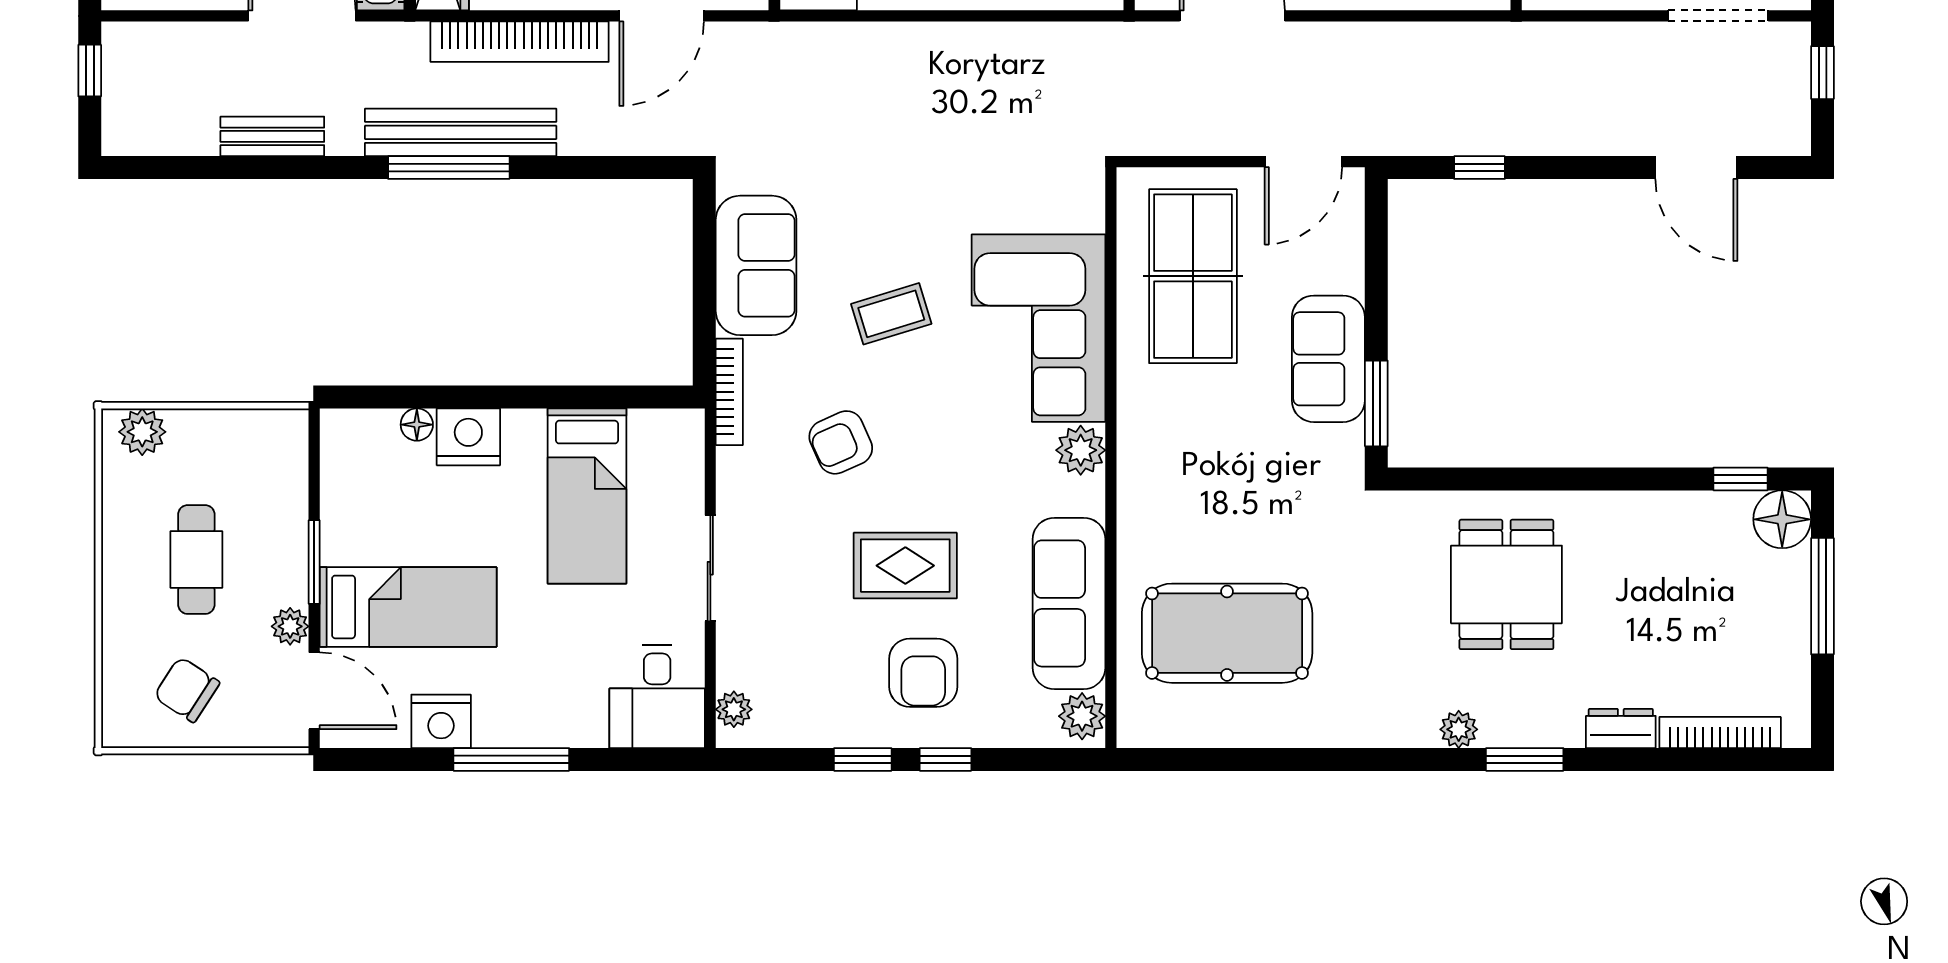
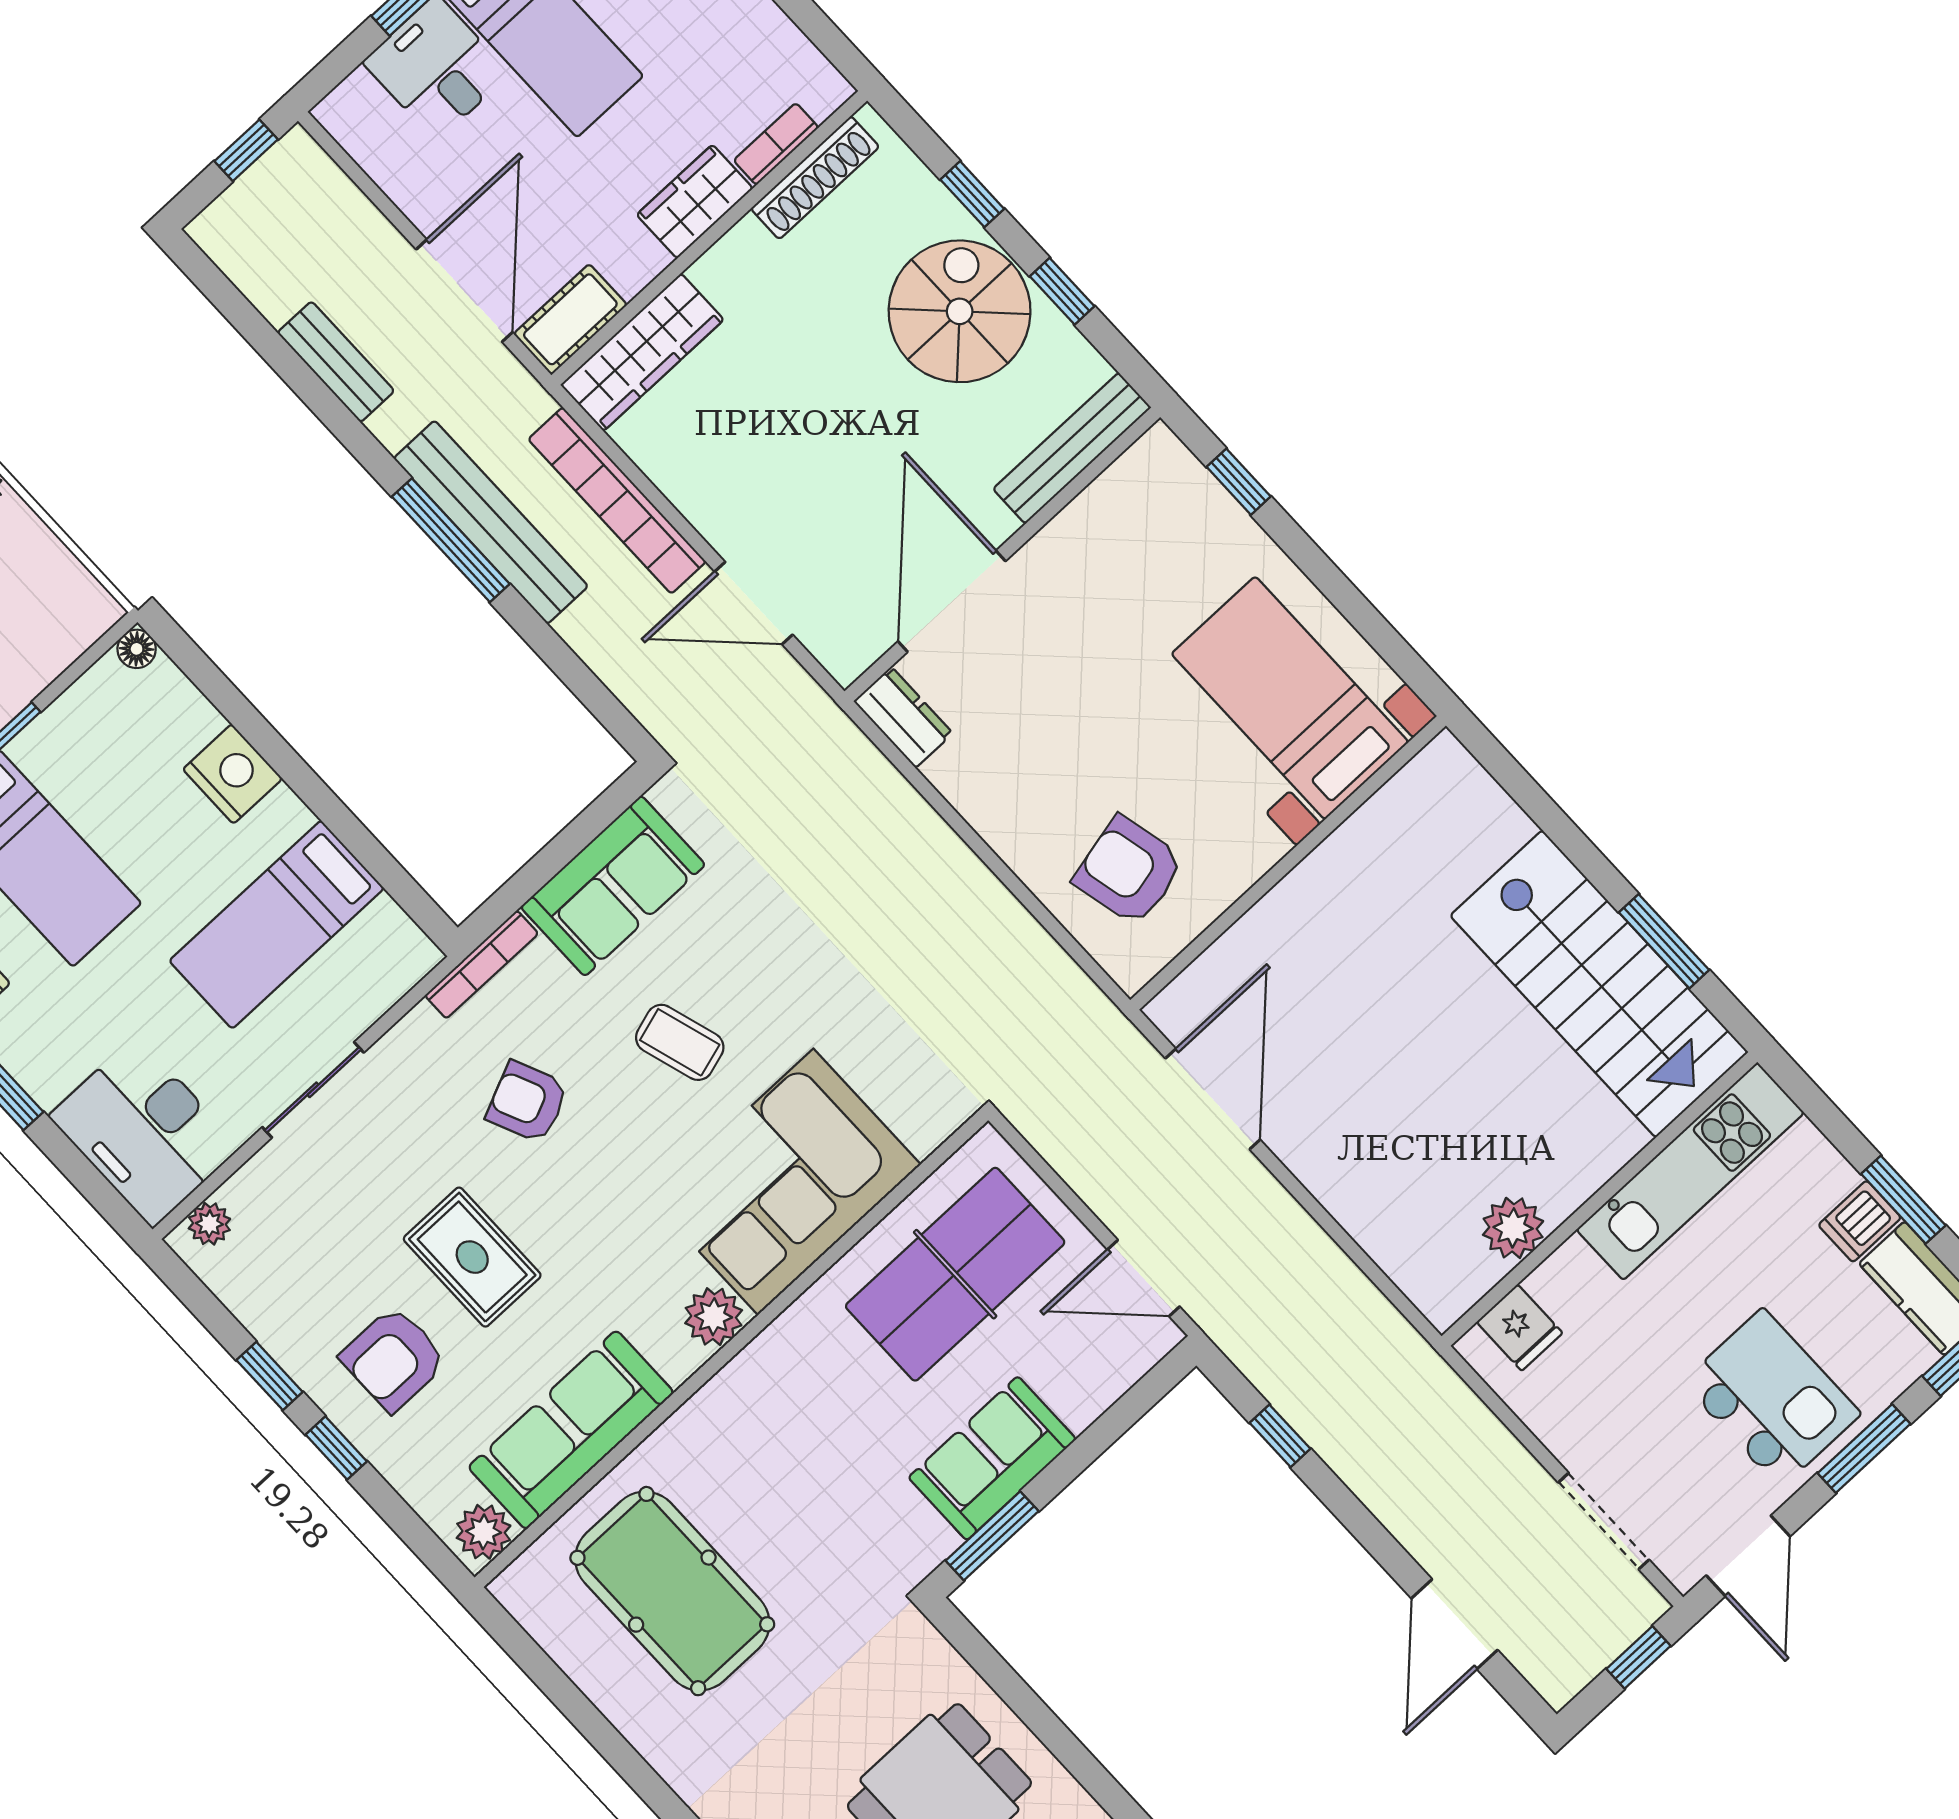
floor lamp: (417, 425) -> (137, 649), moved
desk: (657, 697) -> (144, 1132), width x1.37

